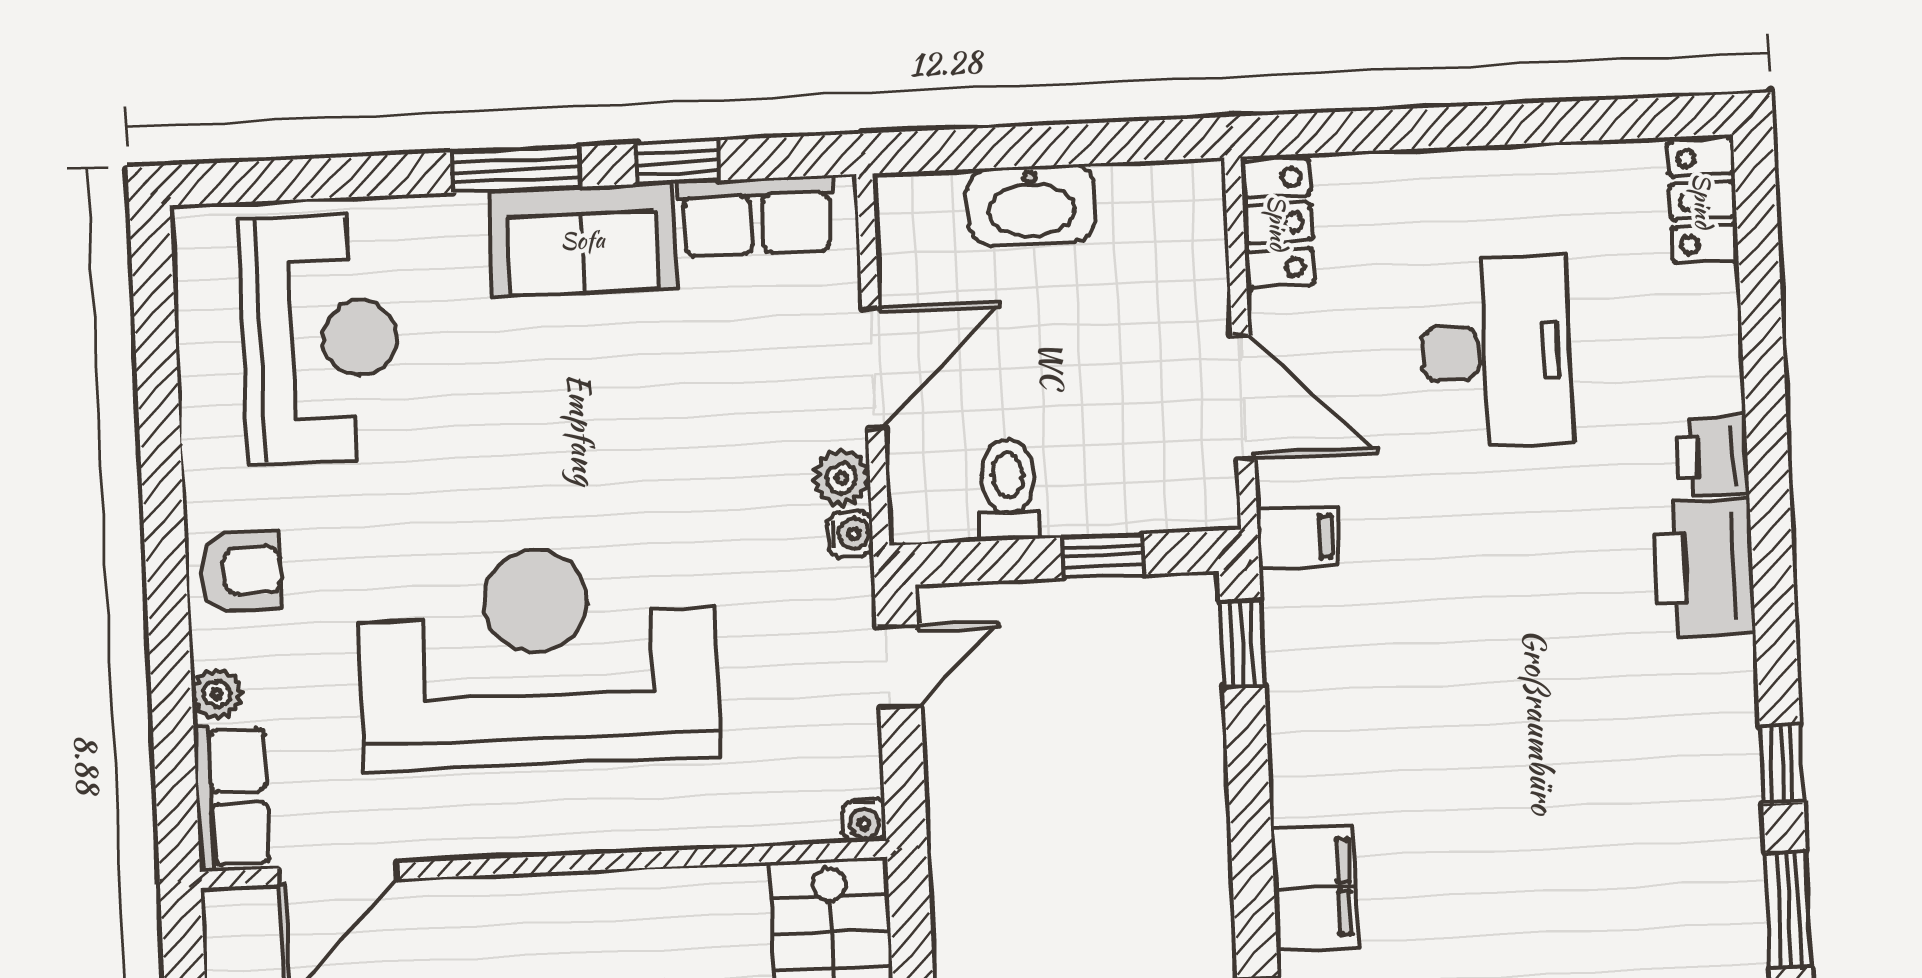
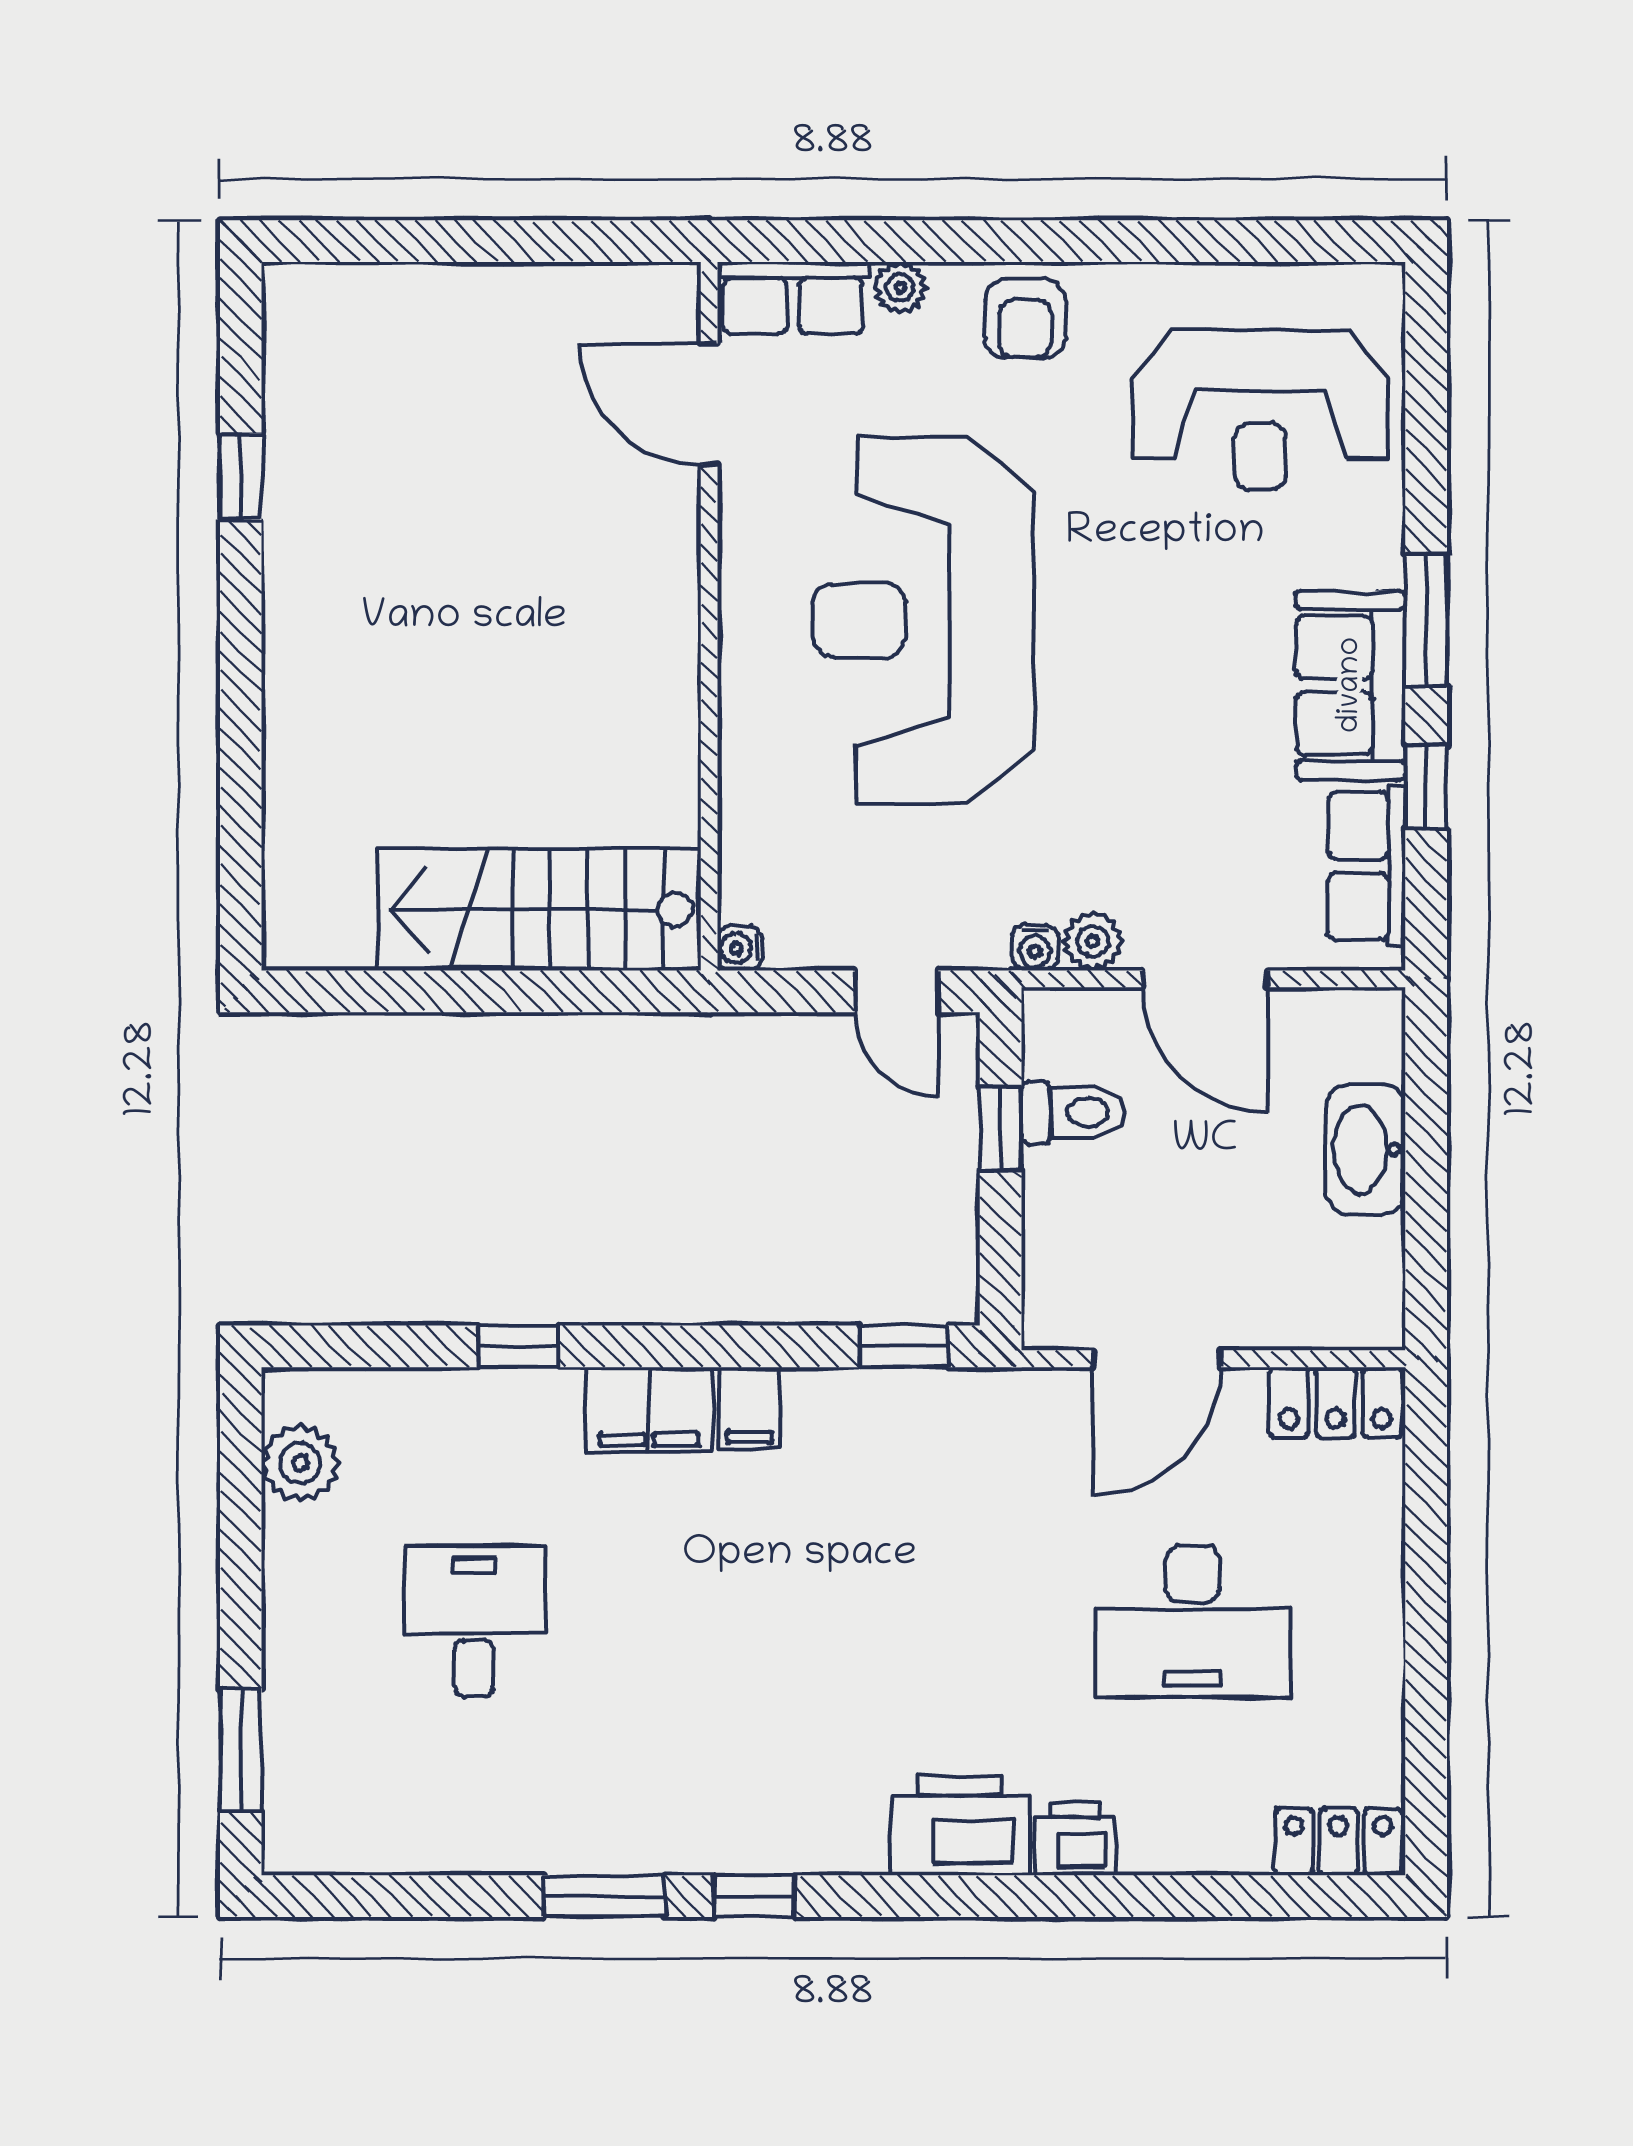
filing cabinet: (1298, 538) -> (749, 1408), moved
window: (1102, 556) -> (1001, 1129), moved
reception desk: (538, 657) -> (923, 620), turned 180

